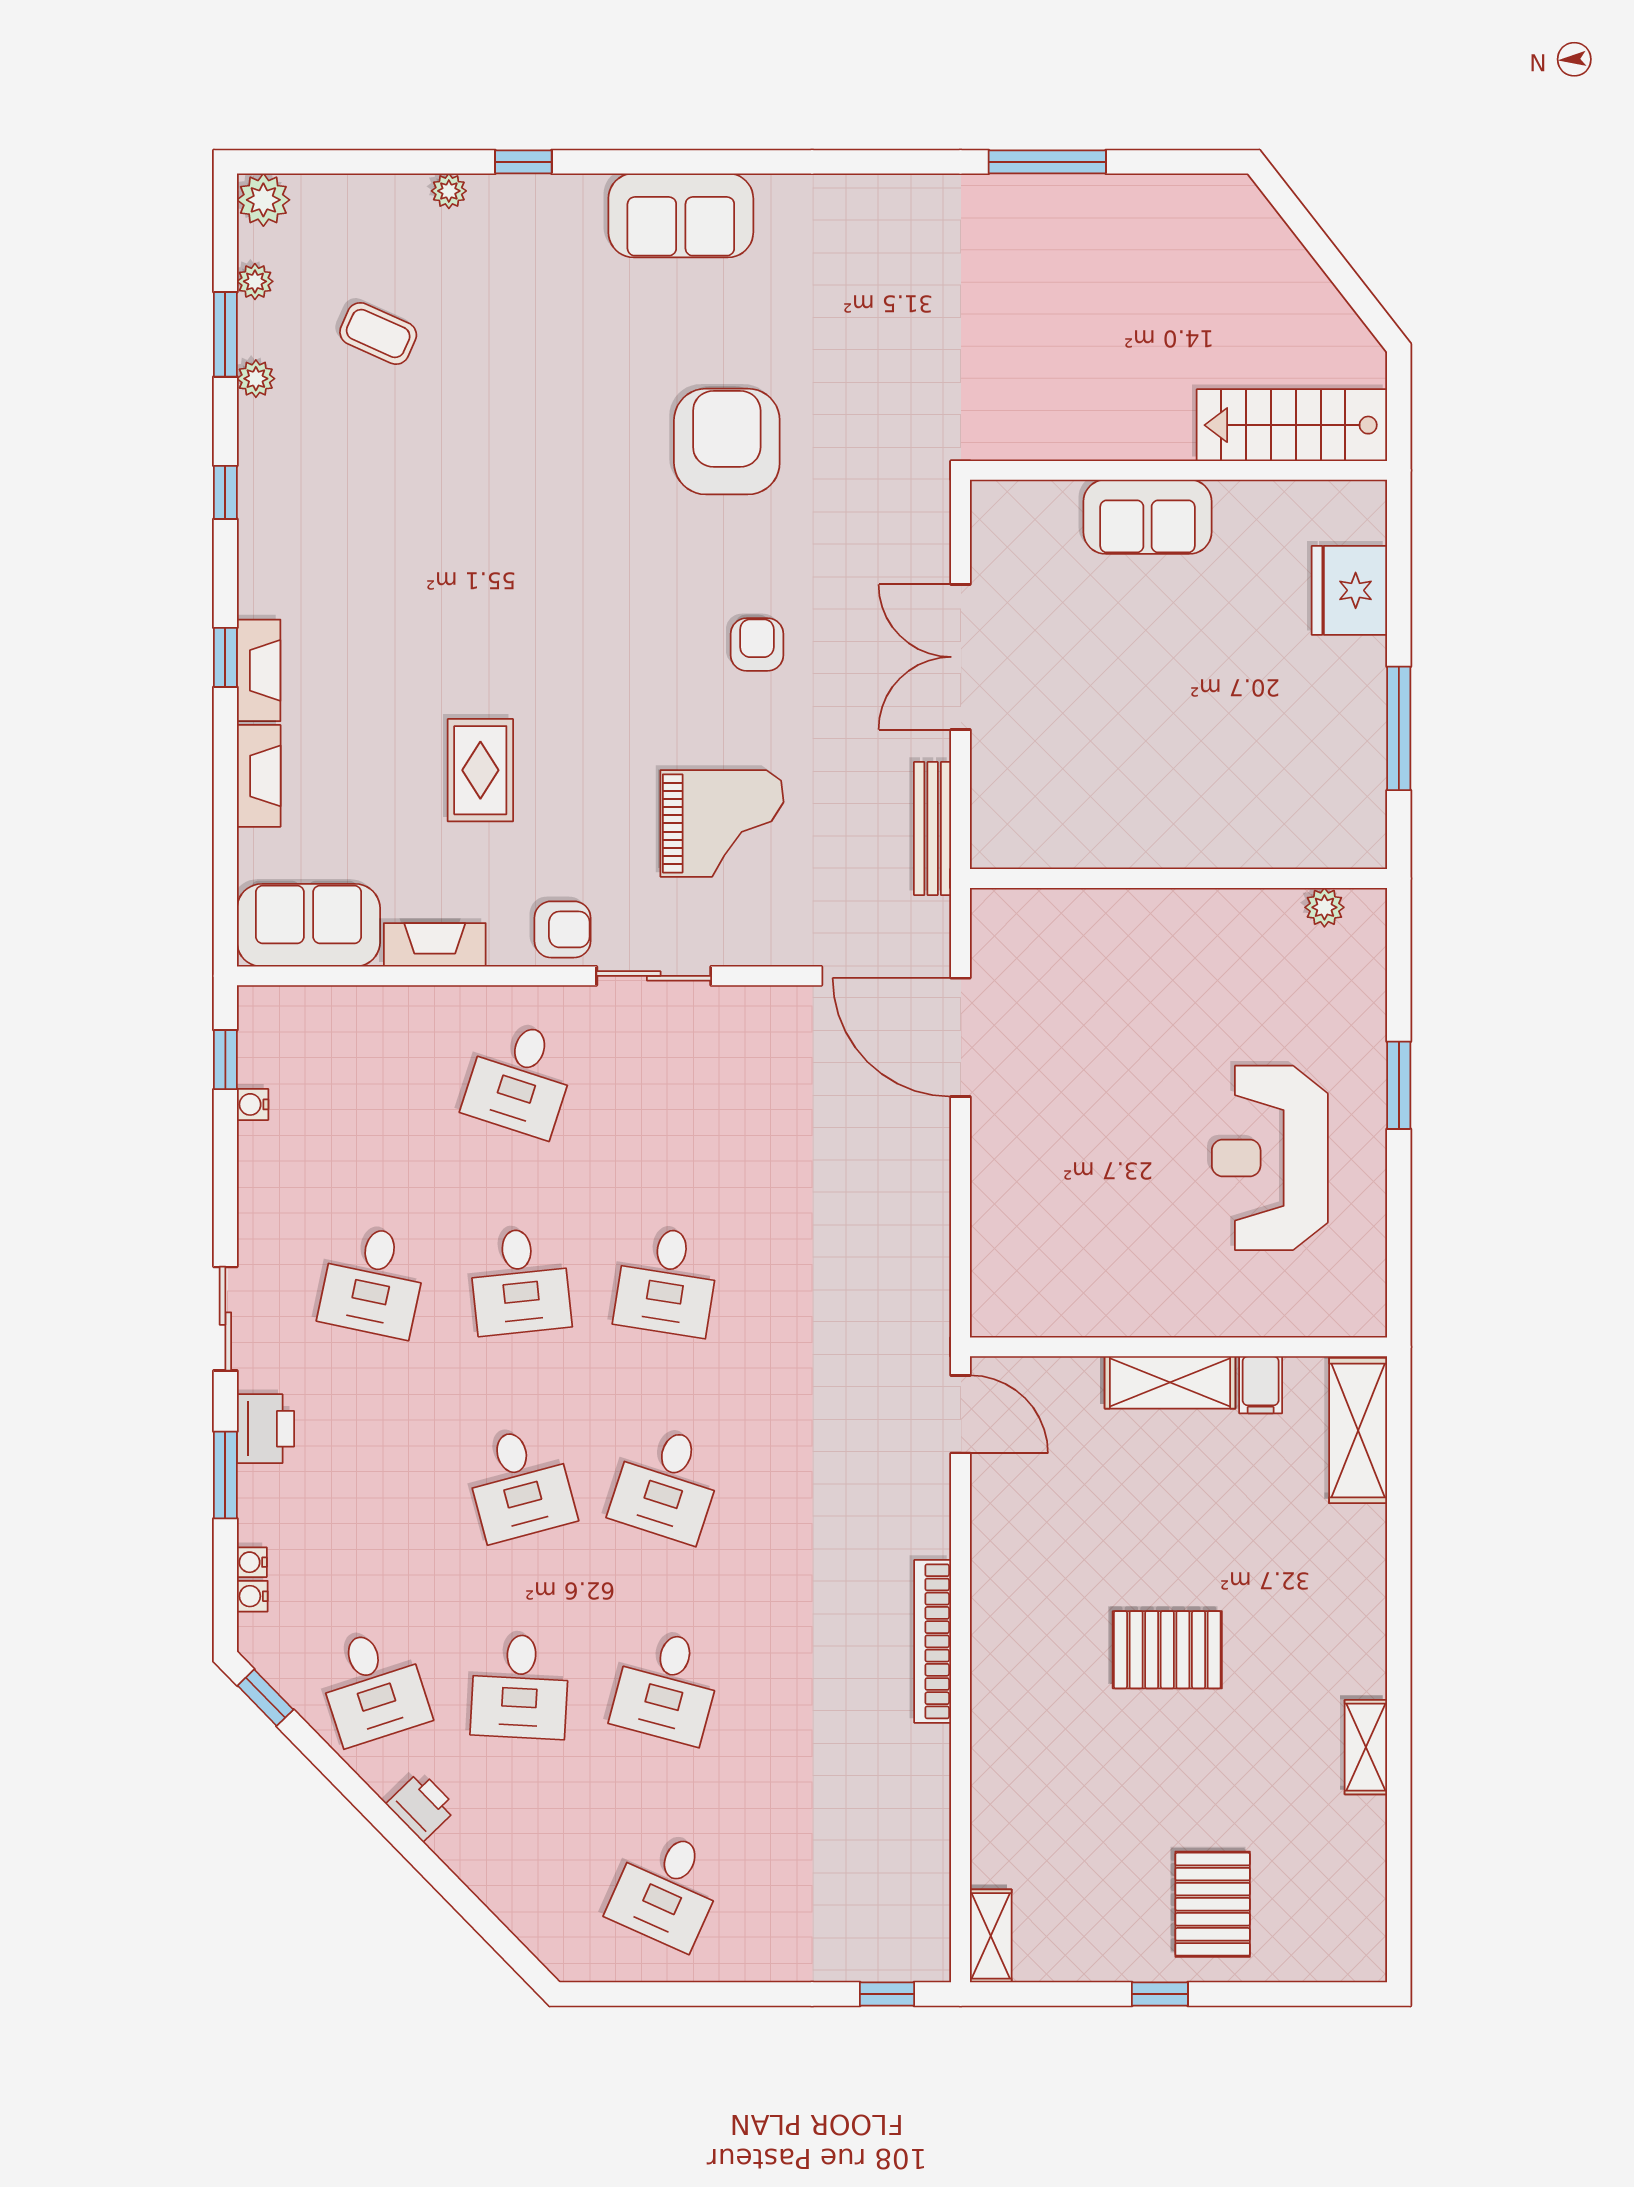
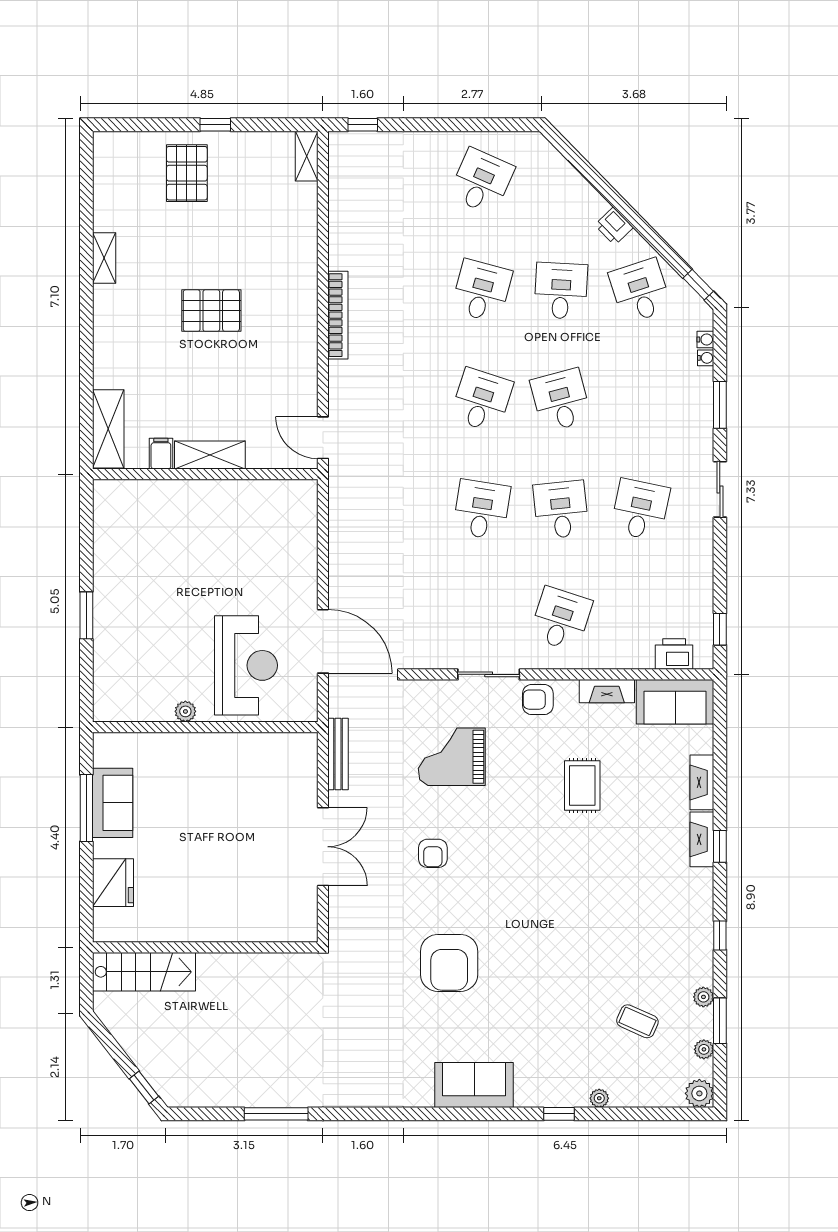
window: (1292, 211) -> (144, 1087), added
sofa: (1148, 517) -> (113, 803), moved, turned 90
plant: (1324, 907) -> (185, 711), moved
water cooler: (253, 1104) -> (705, 605), removed
reception desk: (1270, 1158) -> (246, 665), moved
printer: (265, 1429) -> (674, 654), moved, turned 90

